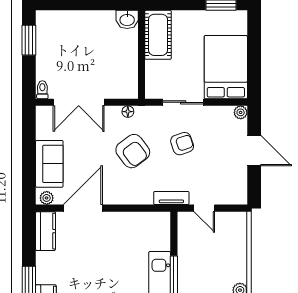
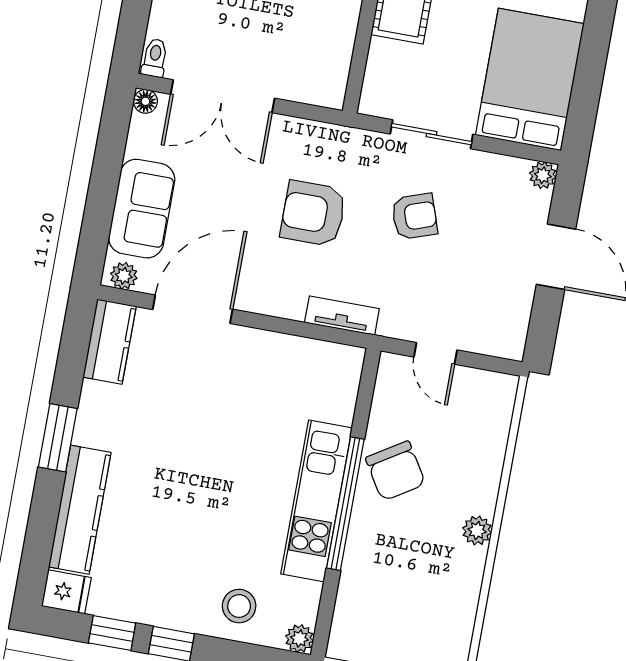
floor lamp: (128, 112) -> (145, 101), moved
armchair: (133, 151) -> (313, 213), turned 127
tv unit: (171, 198) -> (342, 316), moved
chair: (195, 268) -> (395, 471), added

